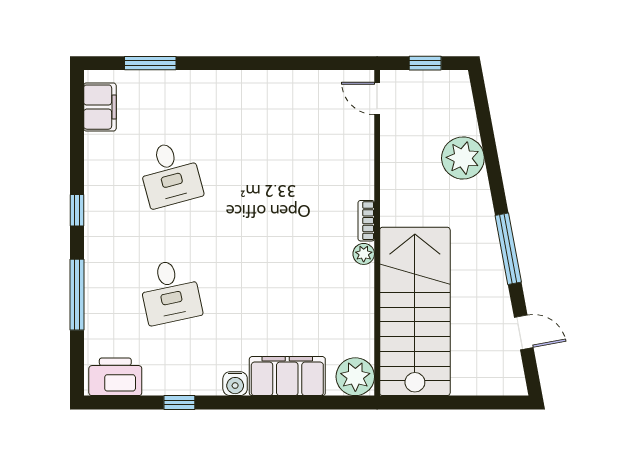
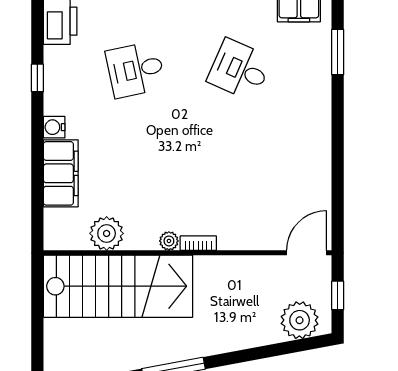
door: (377, 98) -> (307, 253), width x1.38
plant: (463, 158) -> (300, 320), moved
desk: (170, 174) -> (240, 70), turned 39
plant: (355, 377) -> (107, 233), moved

